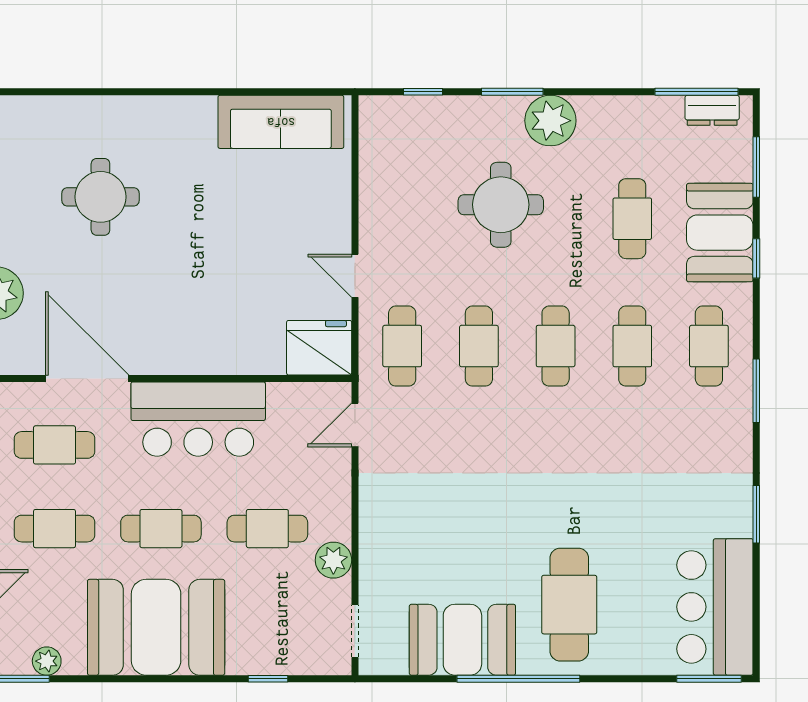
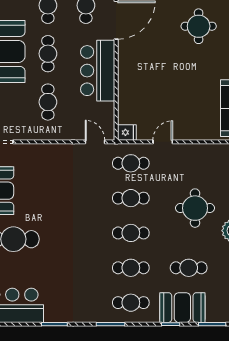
fridge: (319, 348) -> (127, 132), width x0.53, depth x0.75
plant: (333, 560) -> (34, 132), removed

